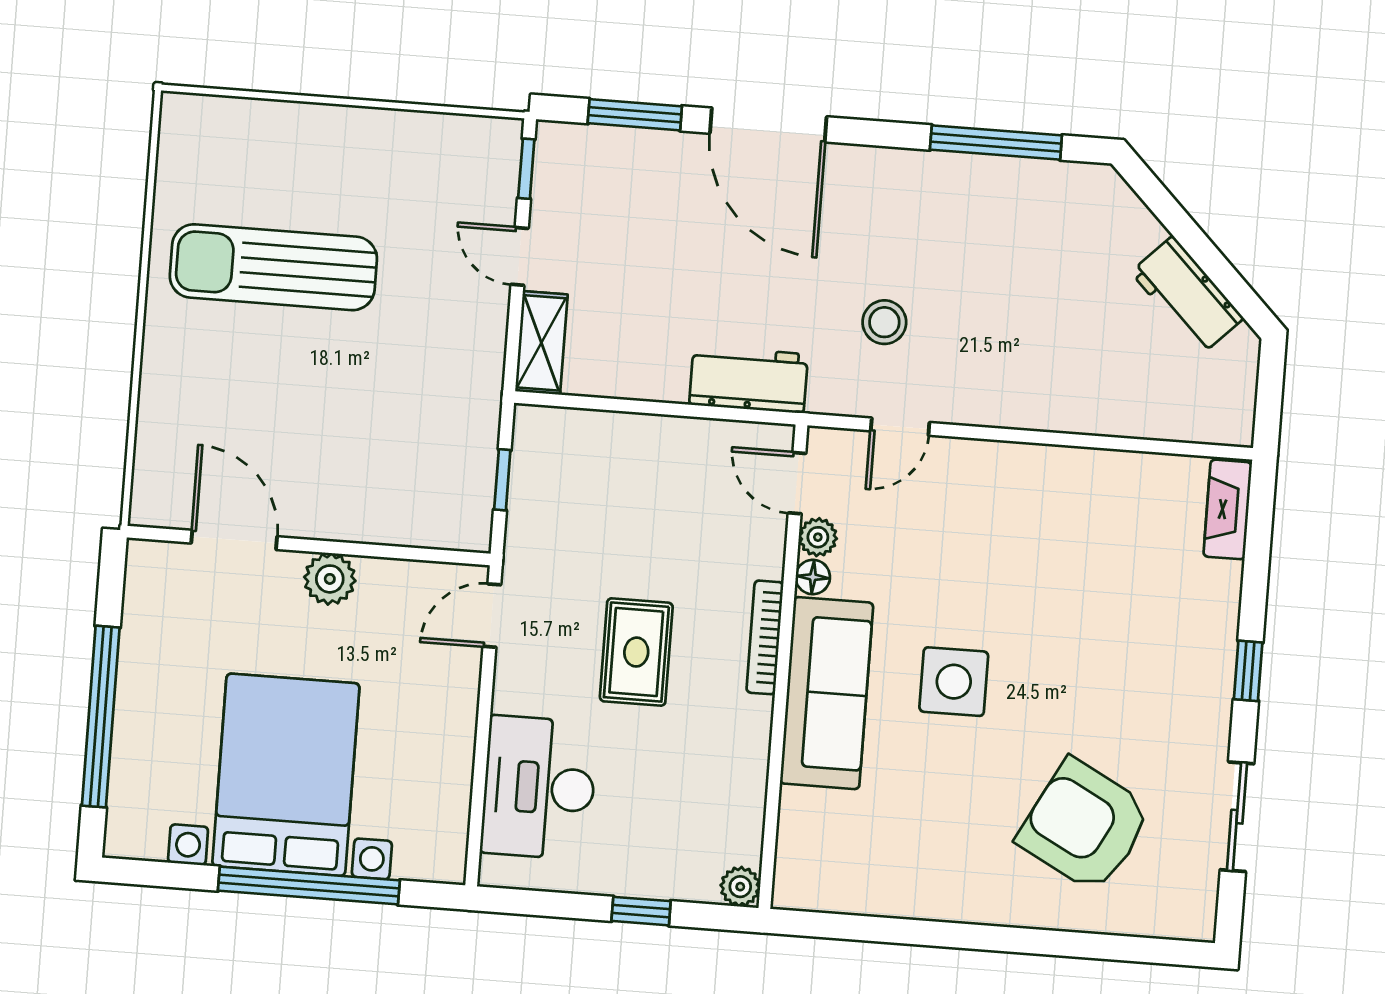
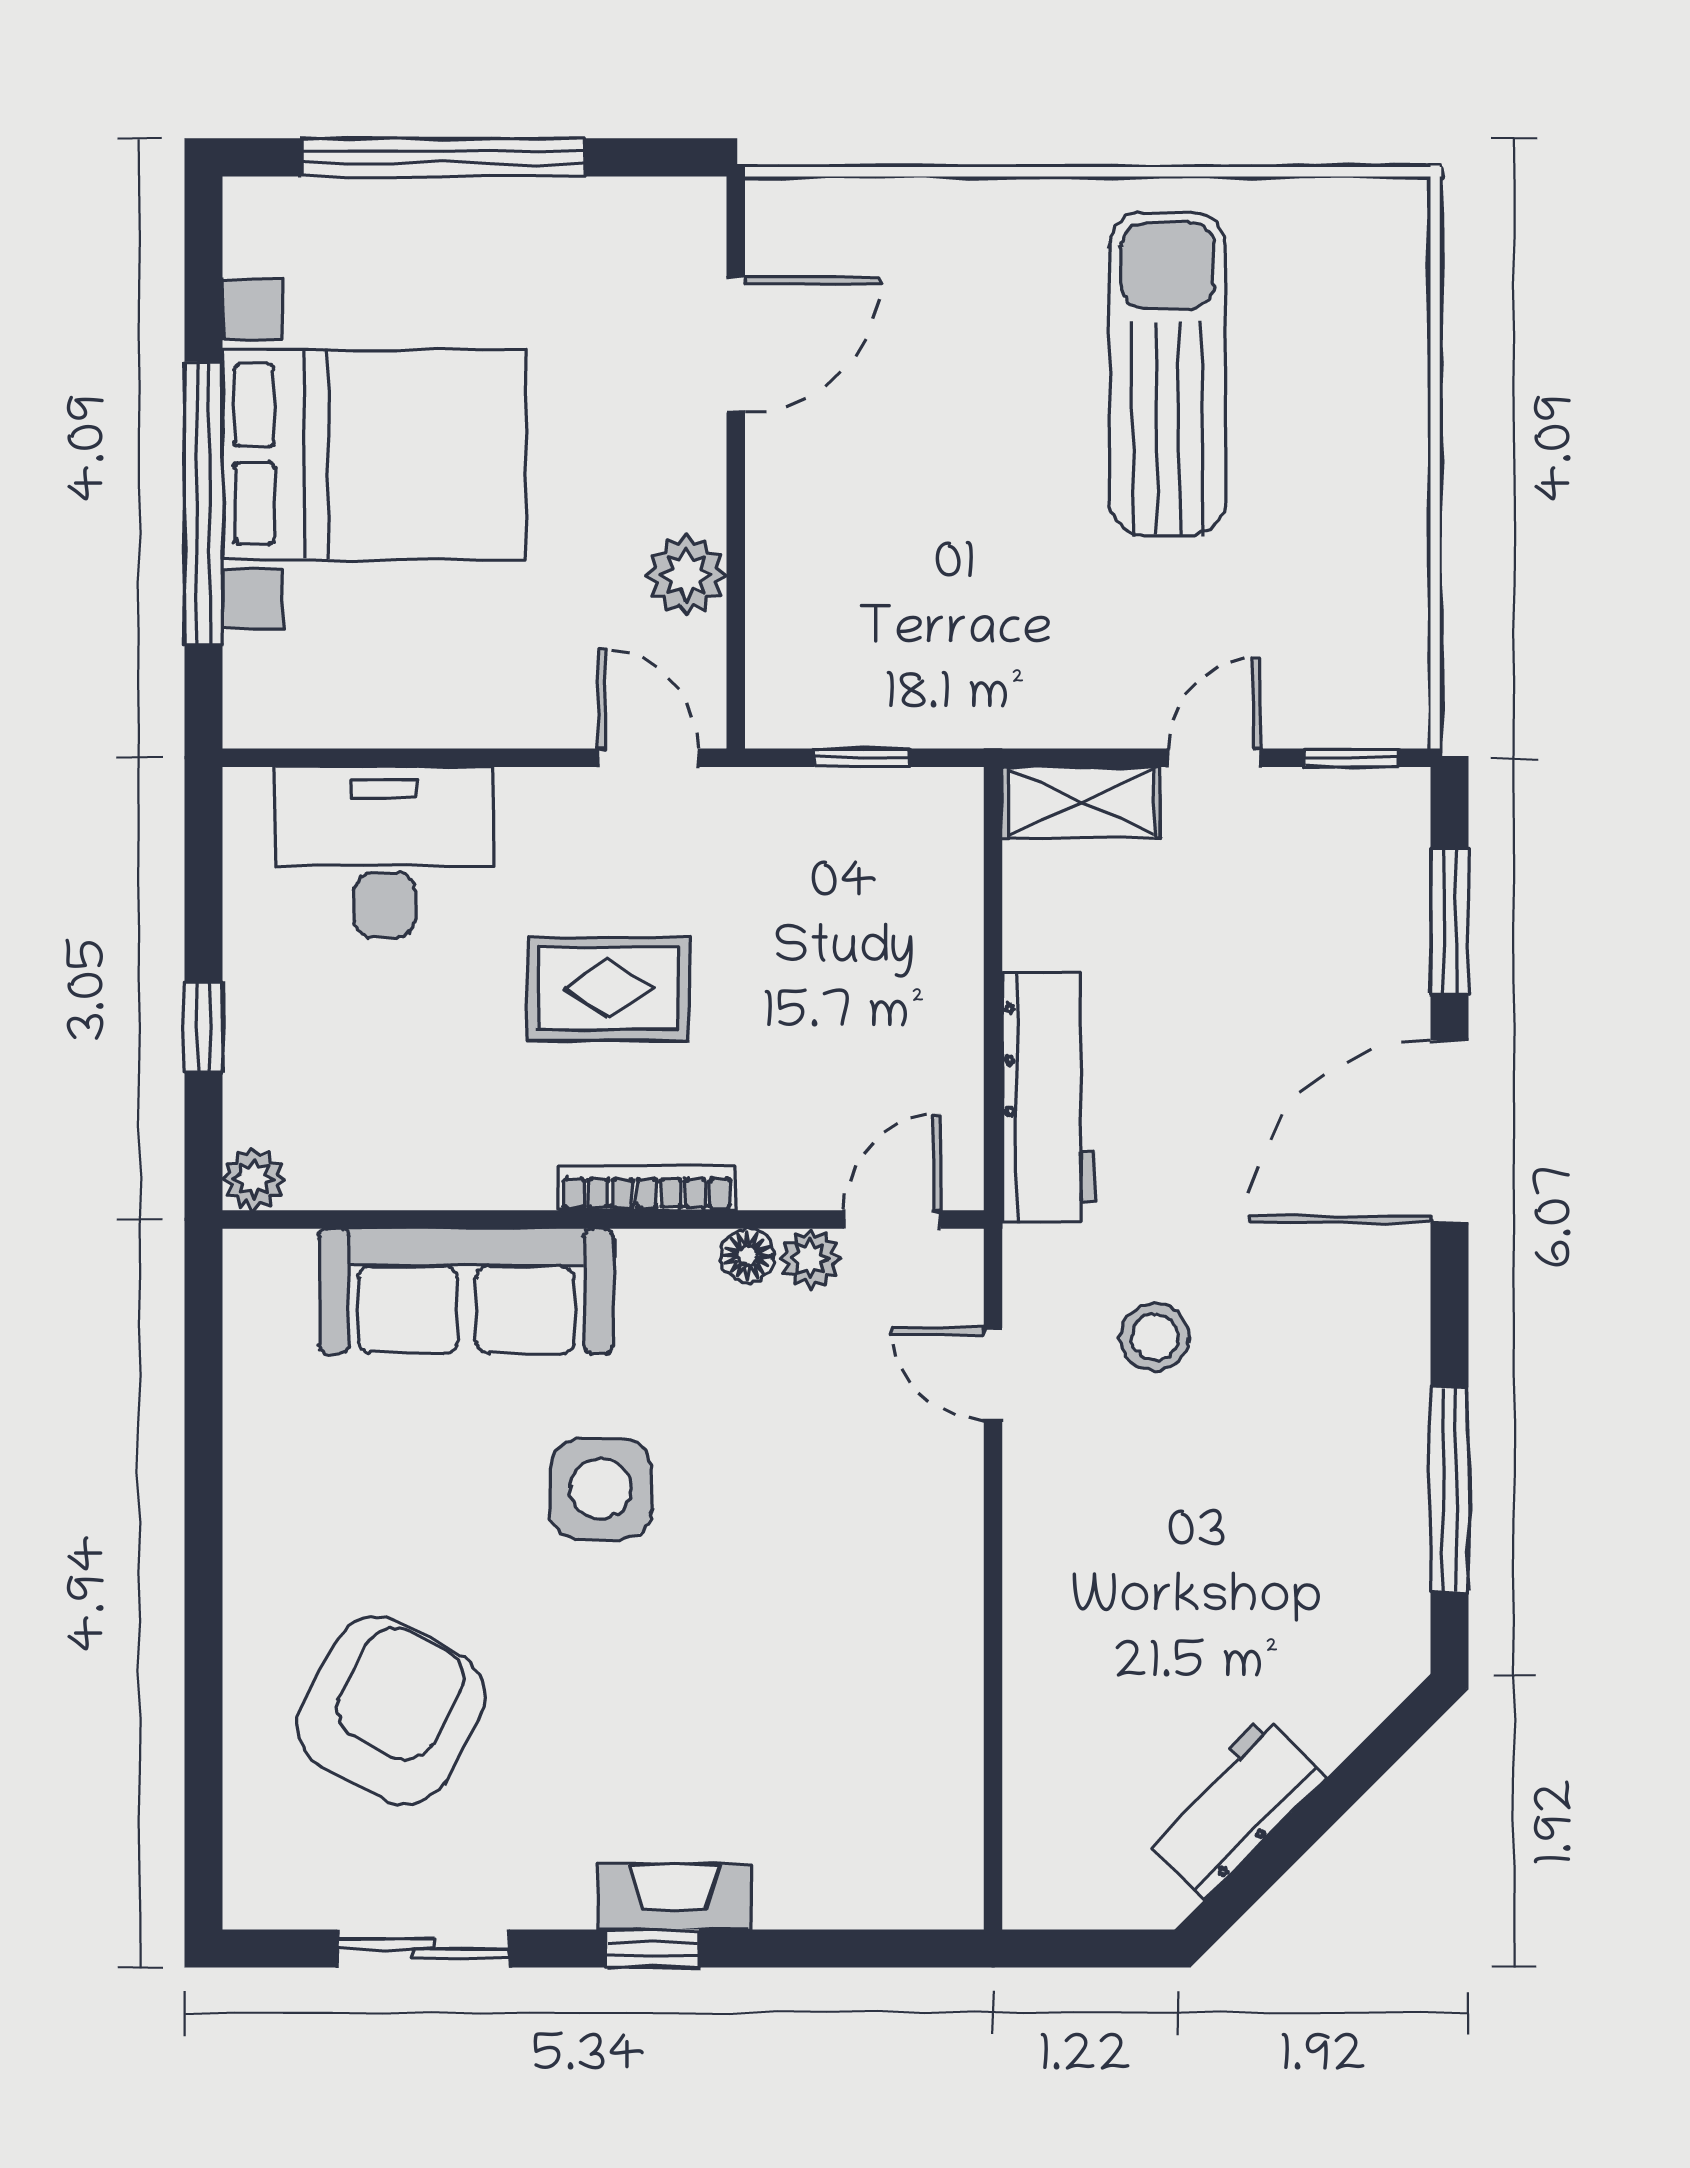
workbench: (749, 379) -> (1049, 1097), width x1.37
fireplace: (1228, 509) -> (674, 1897), moved
plant: (330, 579) -> (686, 575), moved
sofa: (827, 693) -> (466, 1291), moved

